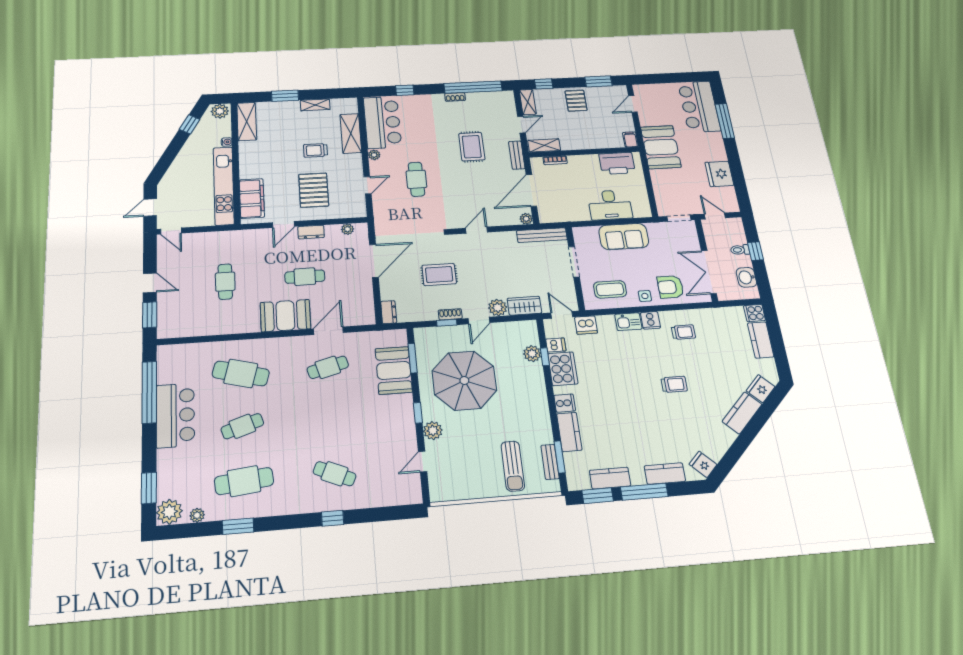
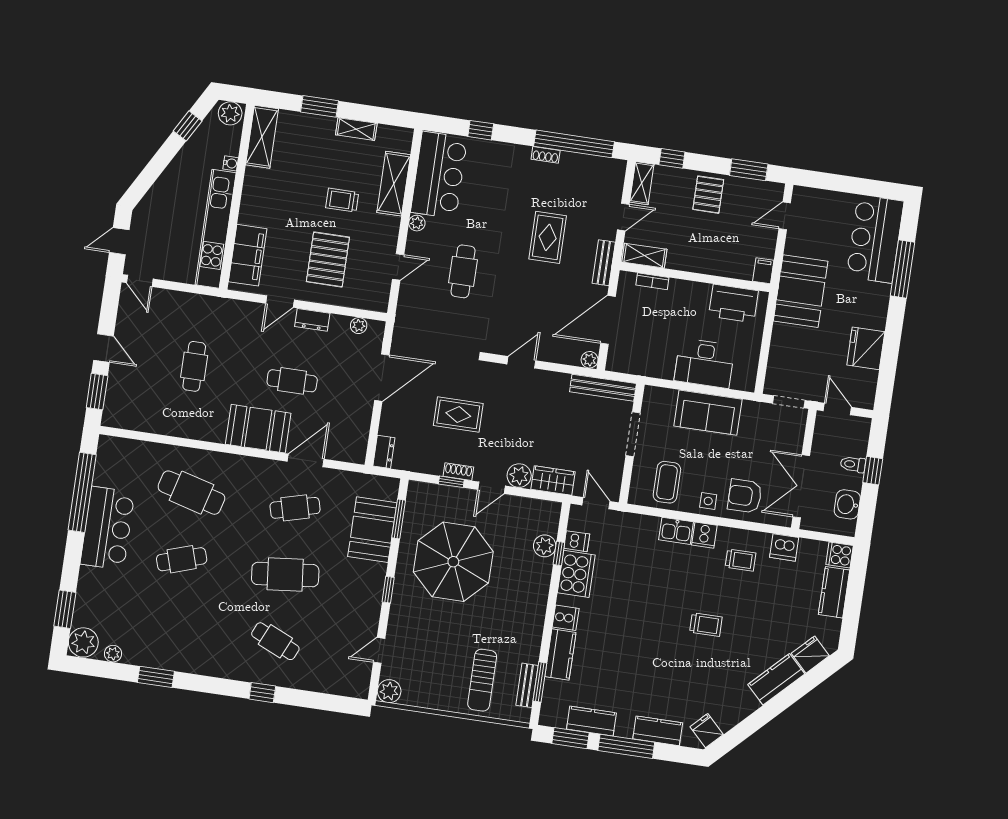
coffee table: (610, 289) -> (667, 482), turned 90
dishwasher: (586, 325) -> (784, 547), moved
plant: (433, 431) -> (389, 691), moved
cafe table: (244, 481) -> (285, 575), moved

